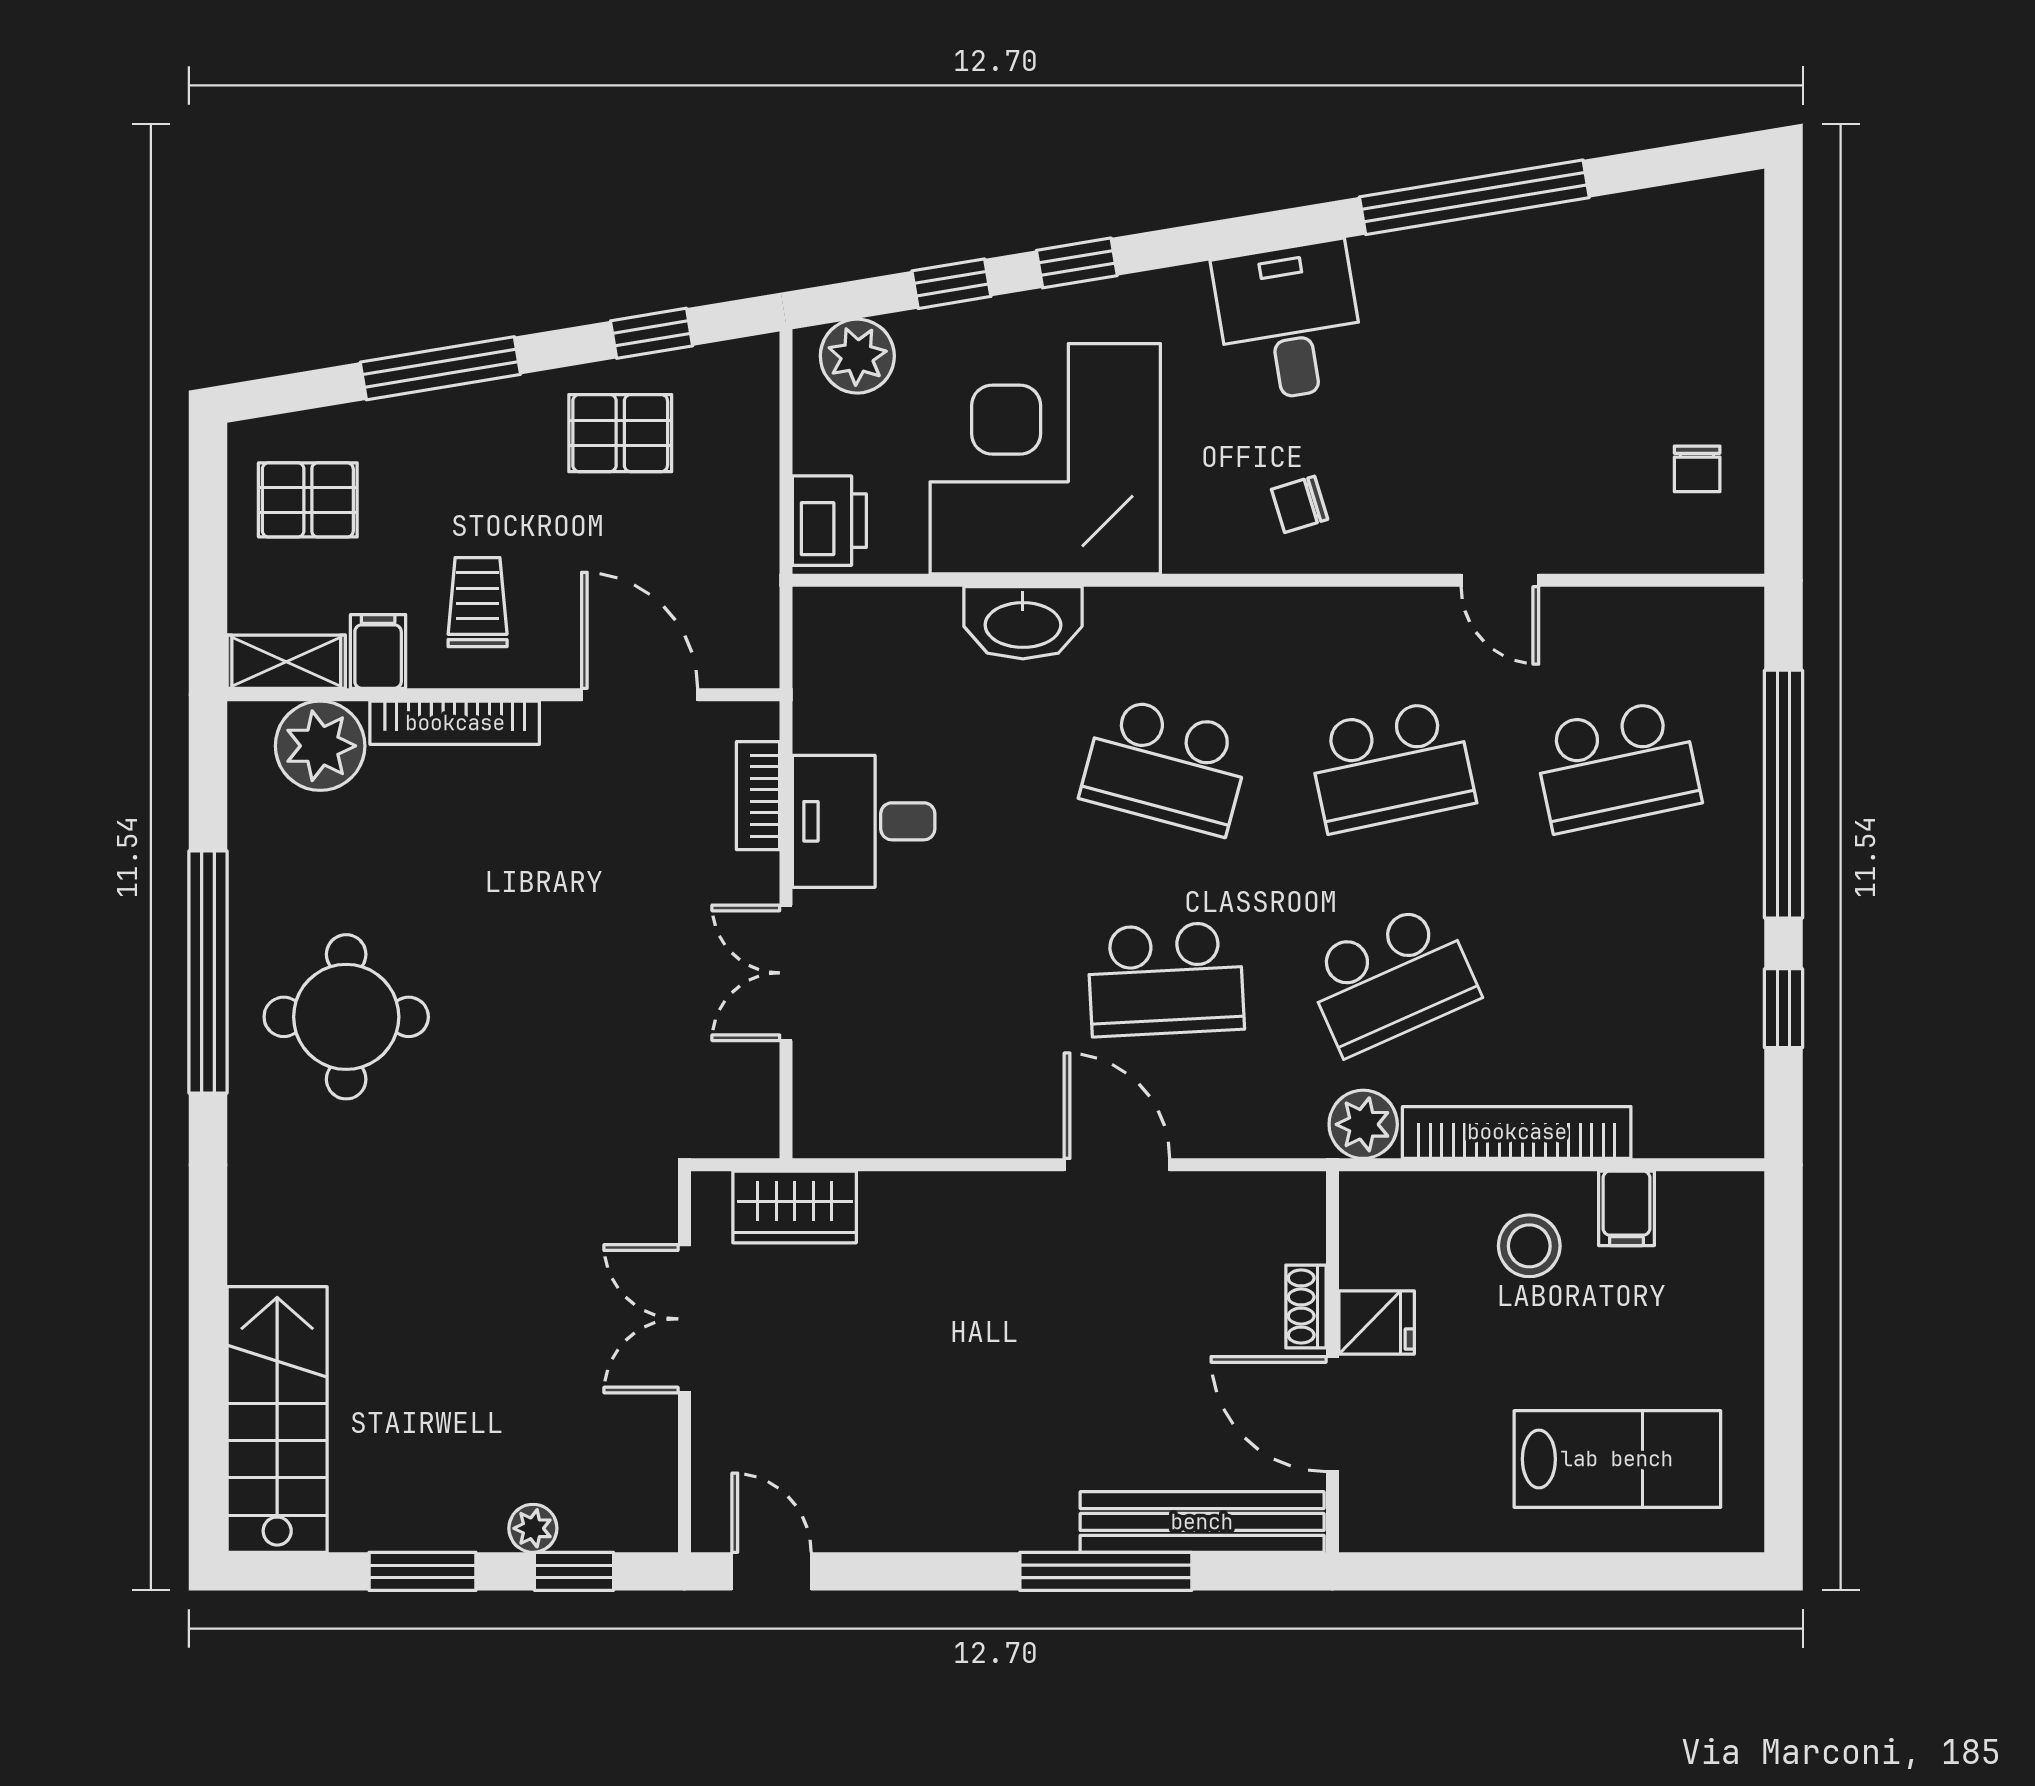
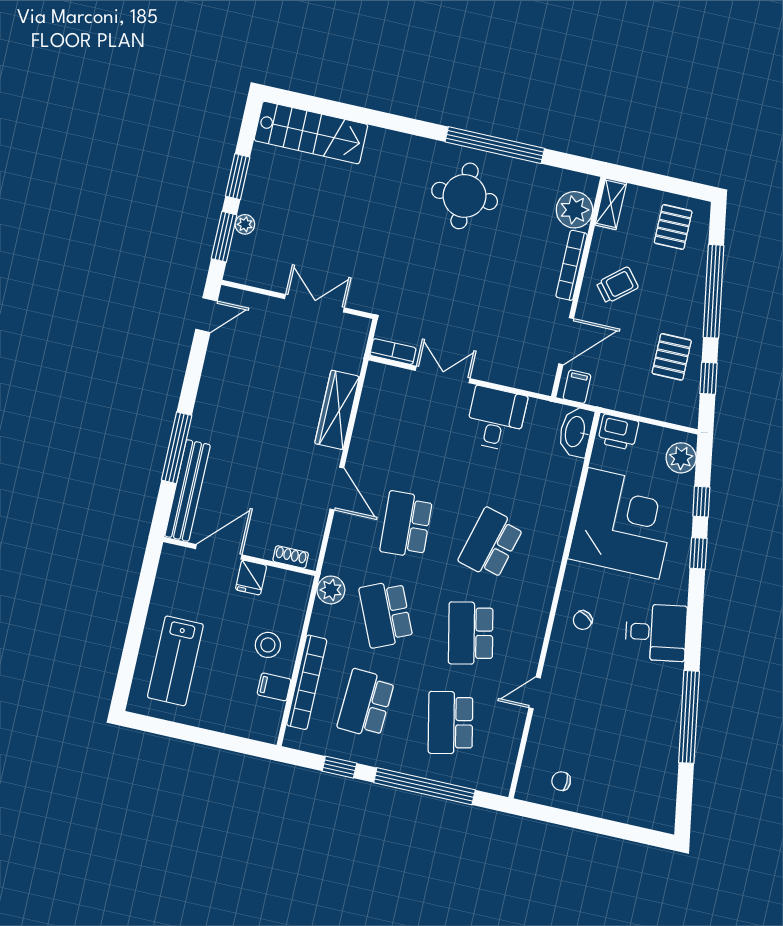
window: (440, 368) -> (714, 291), width x1.46
chair: (1300, 504) -> (583, 620), turned -132
trolley: (478, 602) -> (617, 285), turned -40
washbasin: (1023, 623) -> (576, 432), moved
filing cabinet: (378, 651) -> (577, 387), moved, turned -90
bookcase: (758, 796) -> (393, 352), moved
school desk: (1617, 979) -> (366, 704), added
bookcase: (1517, 1132) -> (307, 682), moved
door: (1117, 1165) -> (337, 489), hinge flipped
wardrobe: (795, 1207) -> (337, 410), moved, width x1.50
shoe rack: (1306, 1307) -> (291, 557), moved
window: (574, 1571) -> (224, 237), width x1.50

